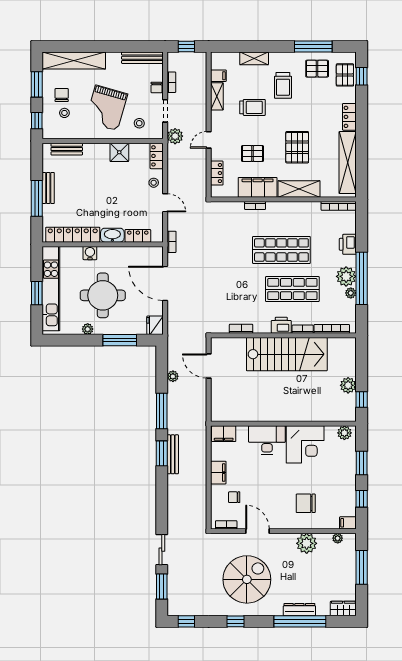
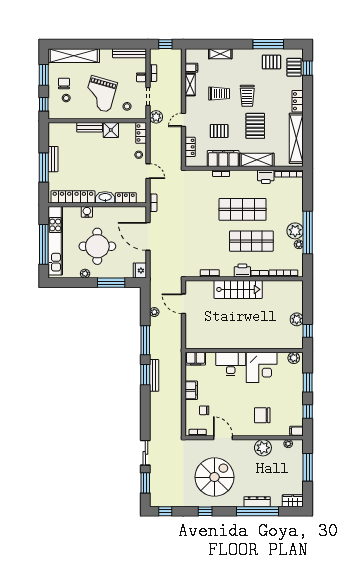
trolley: (283, 85) -> (247, 96), moved
bench: (67, 149) -> (90, 127), moved
printer: (348, 244) -> (266, 177), moved, turned -90
window: (37, 293) -> (44, 244), width x2.11
stairs: (287, 354) -> (238, 289), width x0.73, depth x0.66

